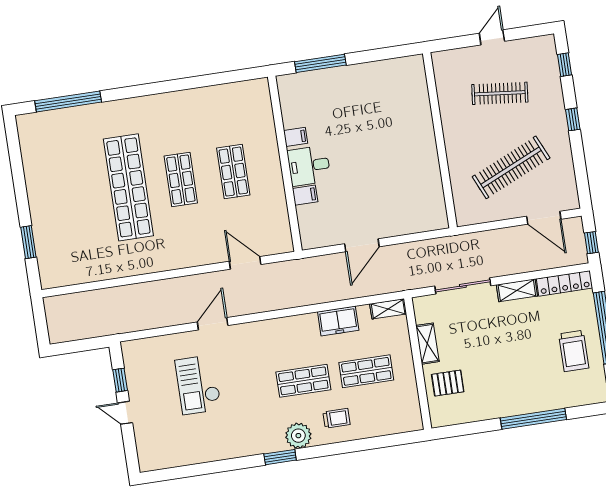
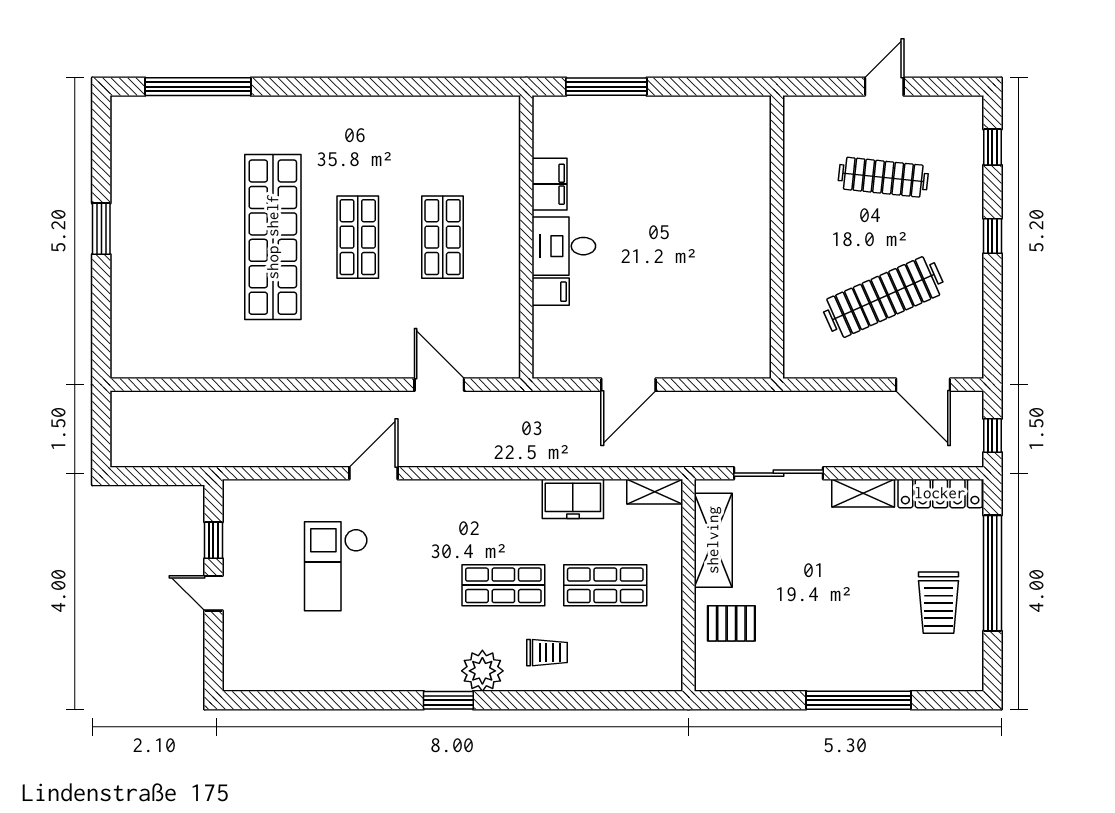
filing cabinet: (296, 137) -> (549, 184), width x2.00
window: (28, 242) -> (101, 229), moved
shelving: (427, 344) -> (713, 540), width x1.50, depth x1.33

